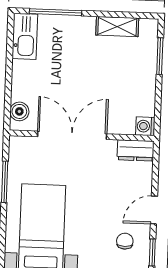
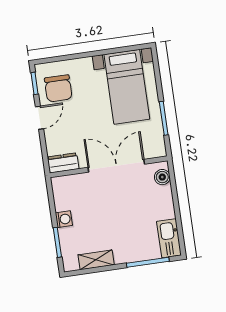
washing machine: (145, 126) -> (64, 219), moved
double door: (72, 135) -> (116, 166), swing flipped
chair: (125, 241) -> (58, 88), width x1.87, depth x1.87

